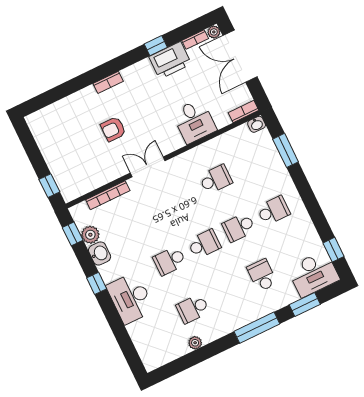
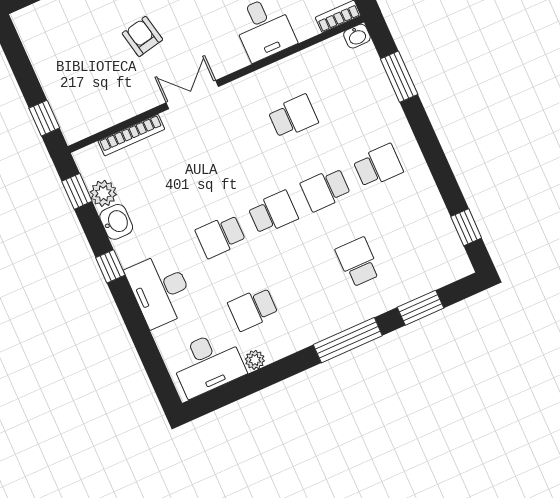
armchair: (113, 129) -> (142, 36), turned 78
desk: (313, 274) -> (208, 363), moved

